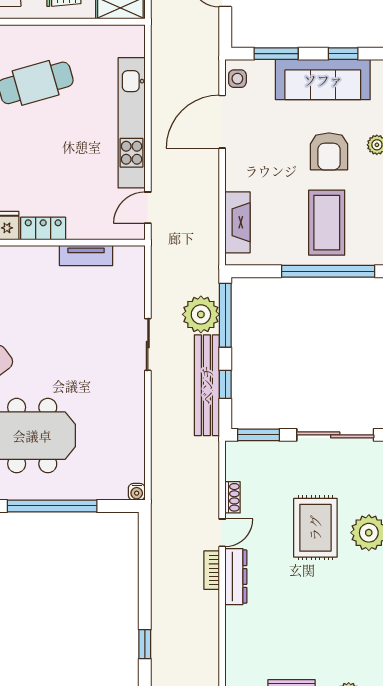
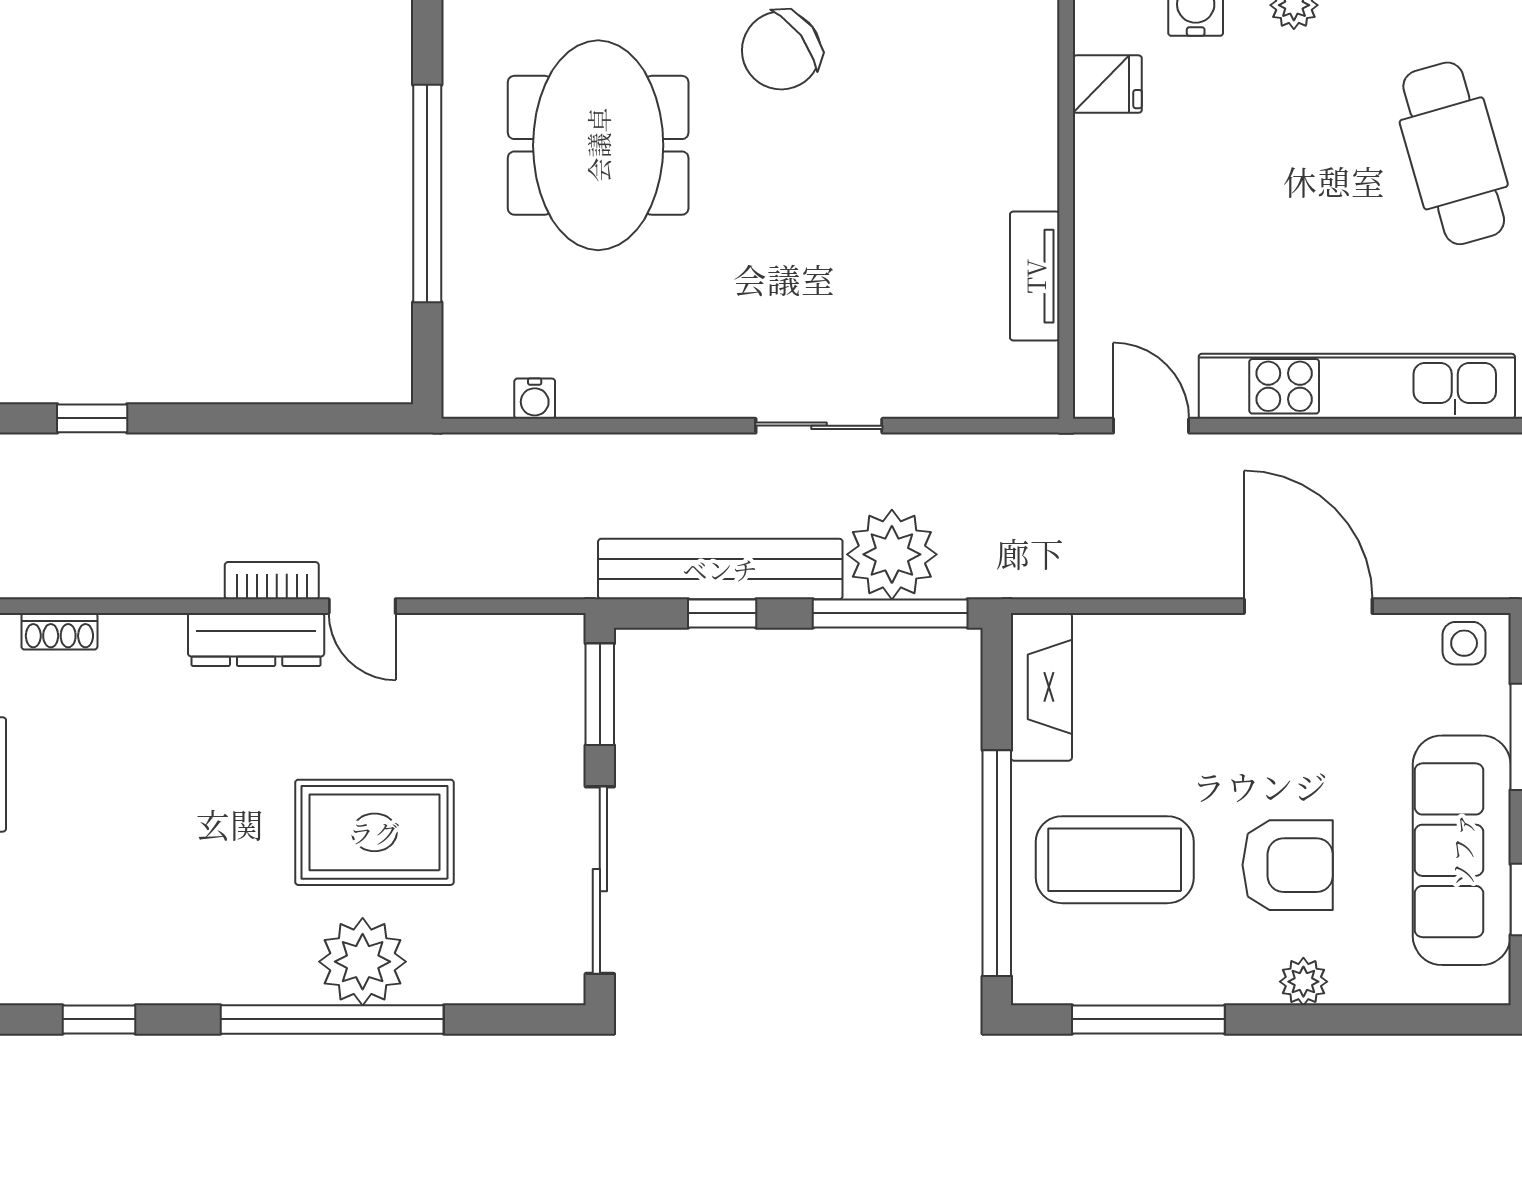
door: (222, 122) -> (1308, 606), moved
armchair: (329, 151) -> (1288, 865), turned 180
fireplace: (238, 222) -> (1041, 687), moved, turned -90
locker: (43, 228) -> (1100, 172), removed
water cooler: (137, 492) -> (535, 399), moved, turned -90
shoe rack: (233, 497) -> (59, 631), moved

